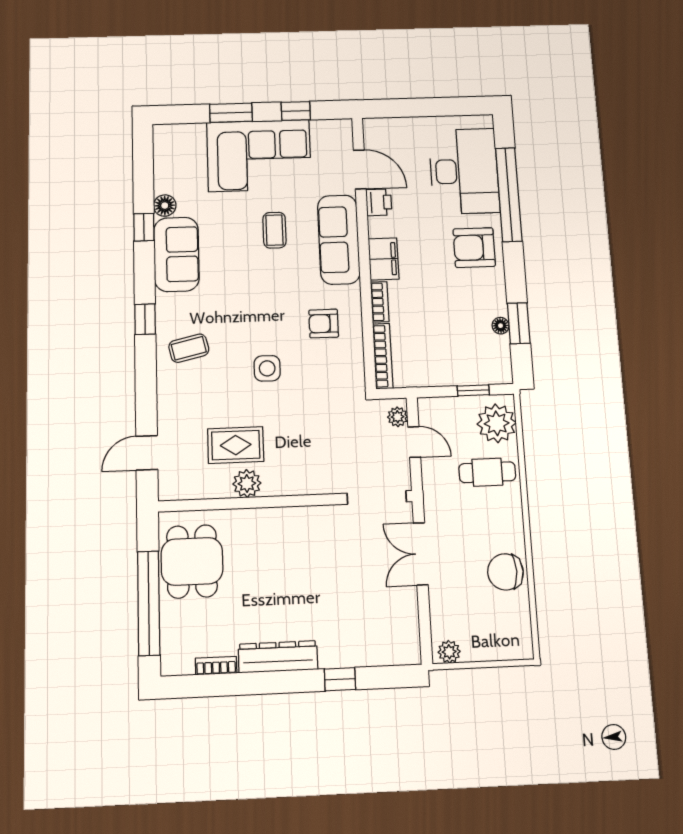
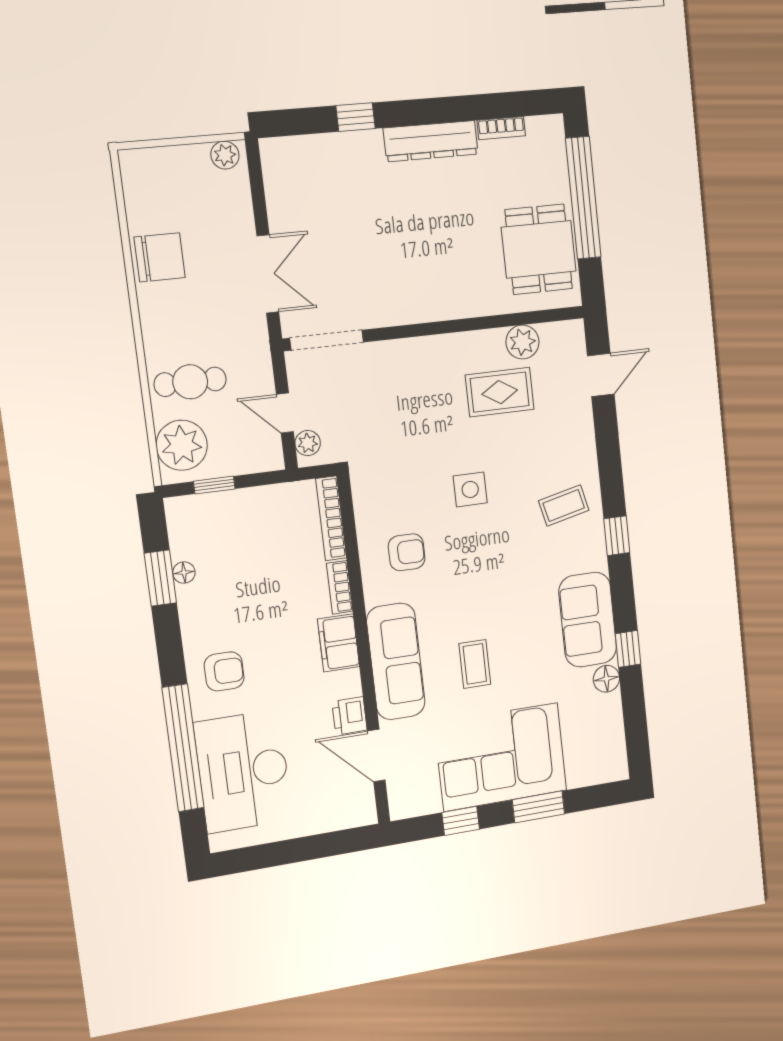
armchair: (474, 248) -> (224, 671), width x0.72, depth x0.72
plant: (247, 483) -> (522, 342), moved

